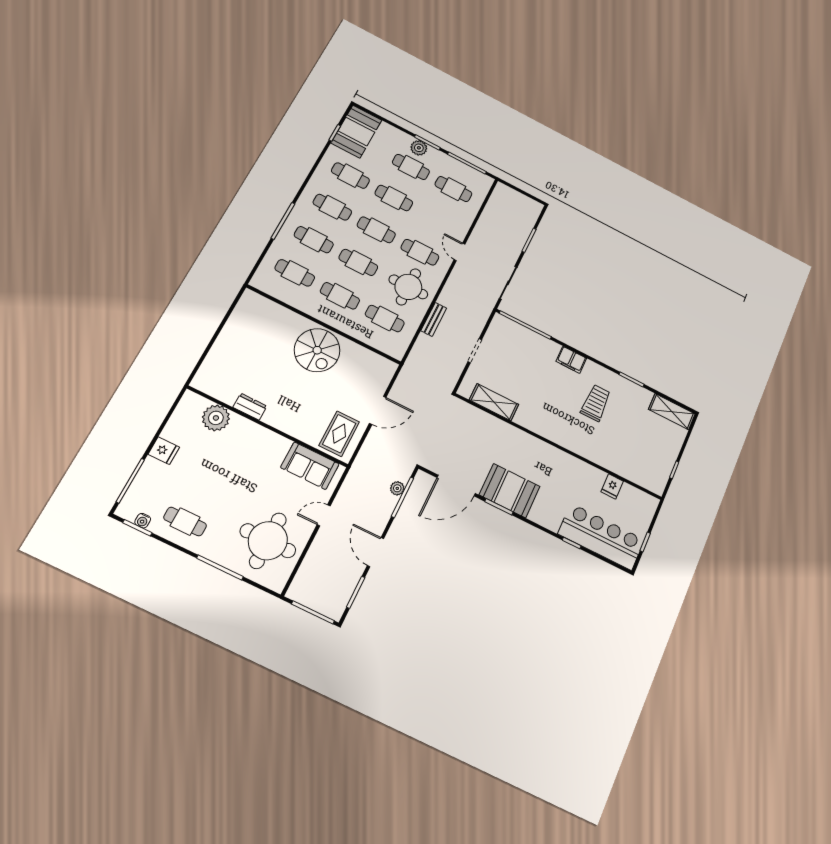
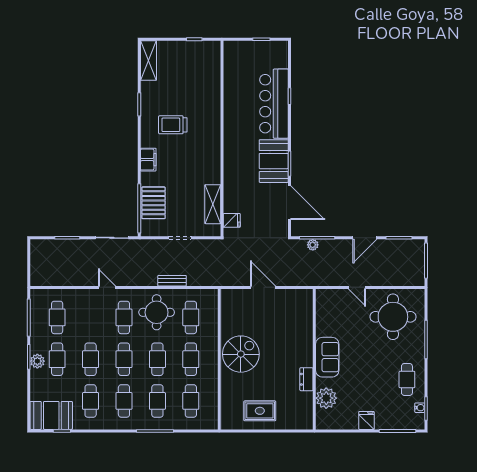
door: (460, 252) -> (107, 287), swing flipped
pallet: (524, 342) -> (153, 203), added
rug: (339, 434) -> (260, 411), moved
sofa: (310, 466) -> (327, 357), moved
fridge: (612, 486) -> (232, 220), moved
bar counter: (601, 537) -> (274, 104), moved

